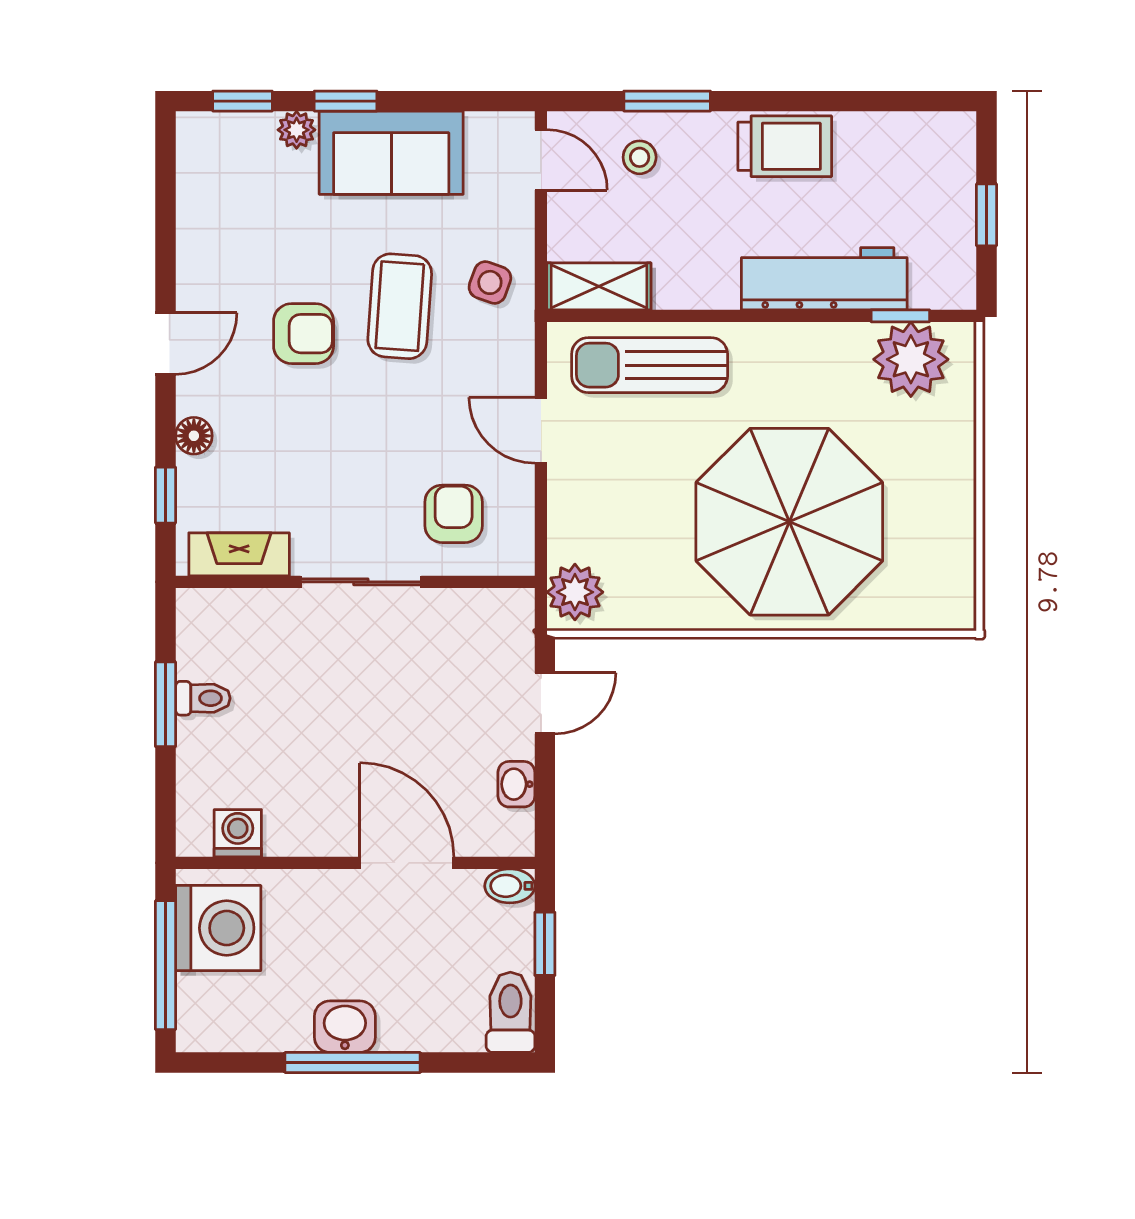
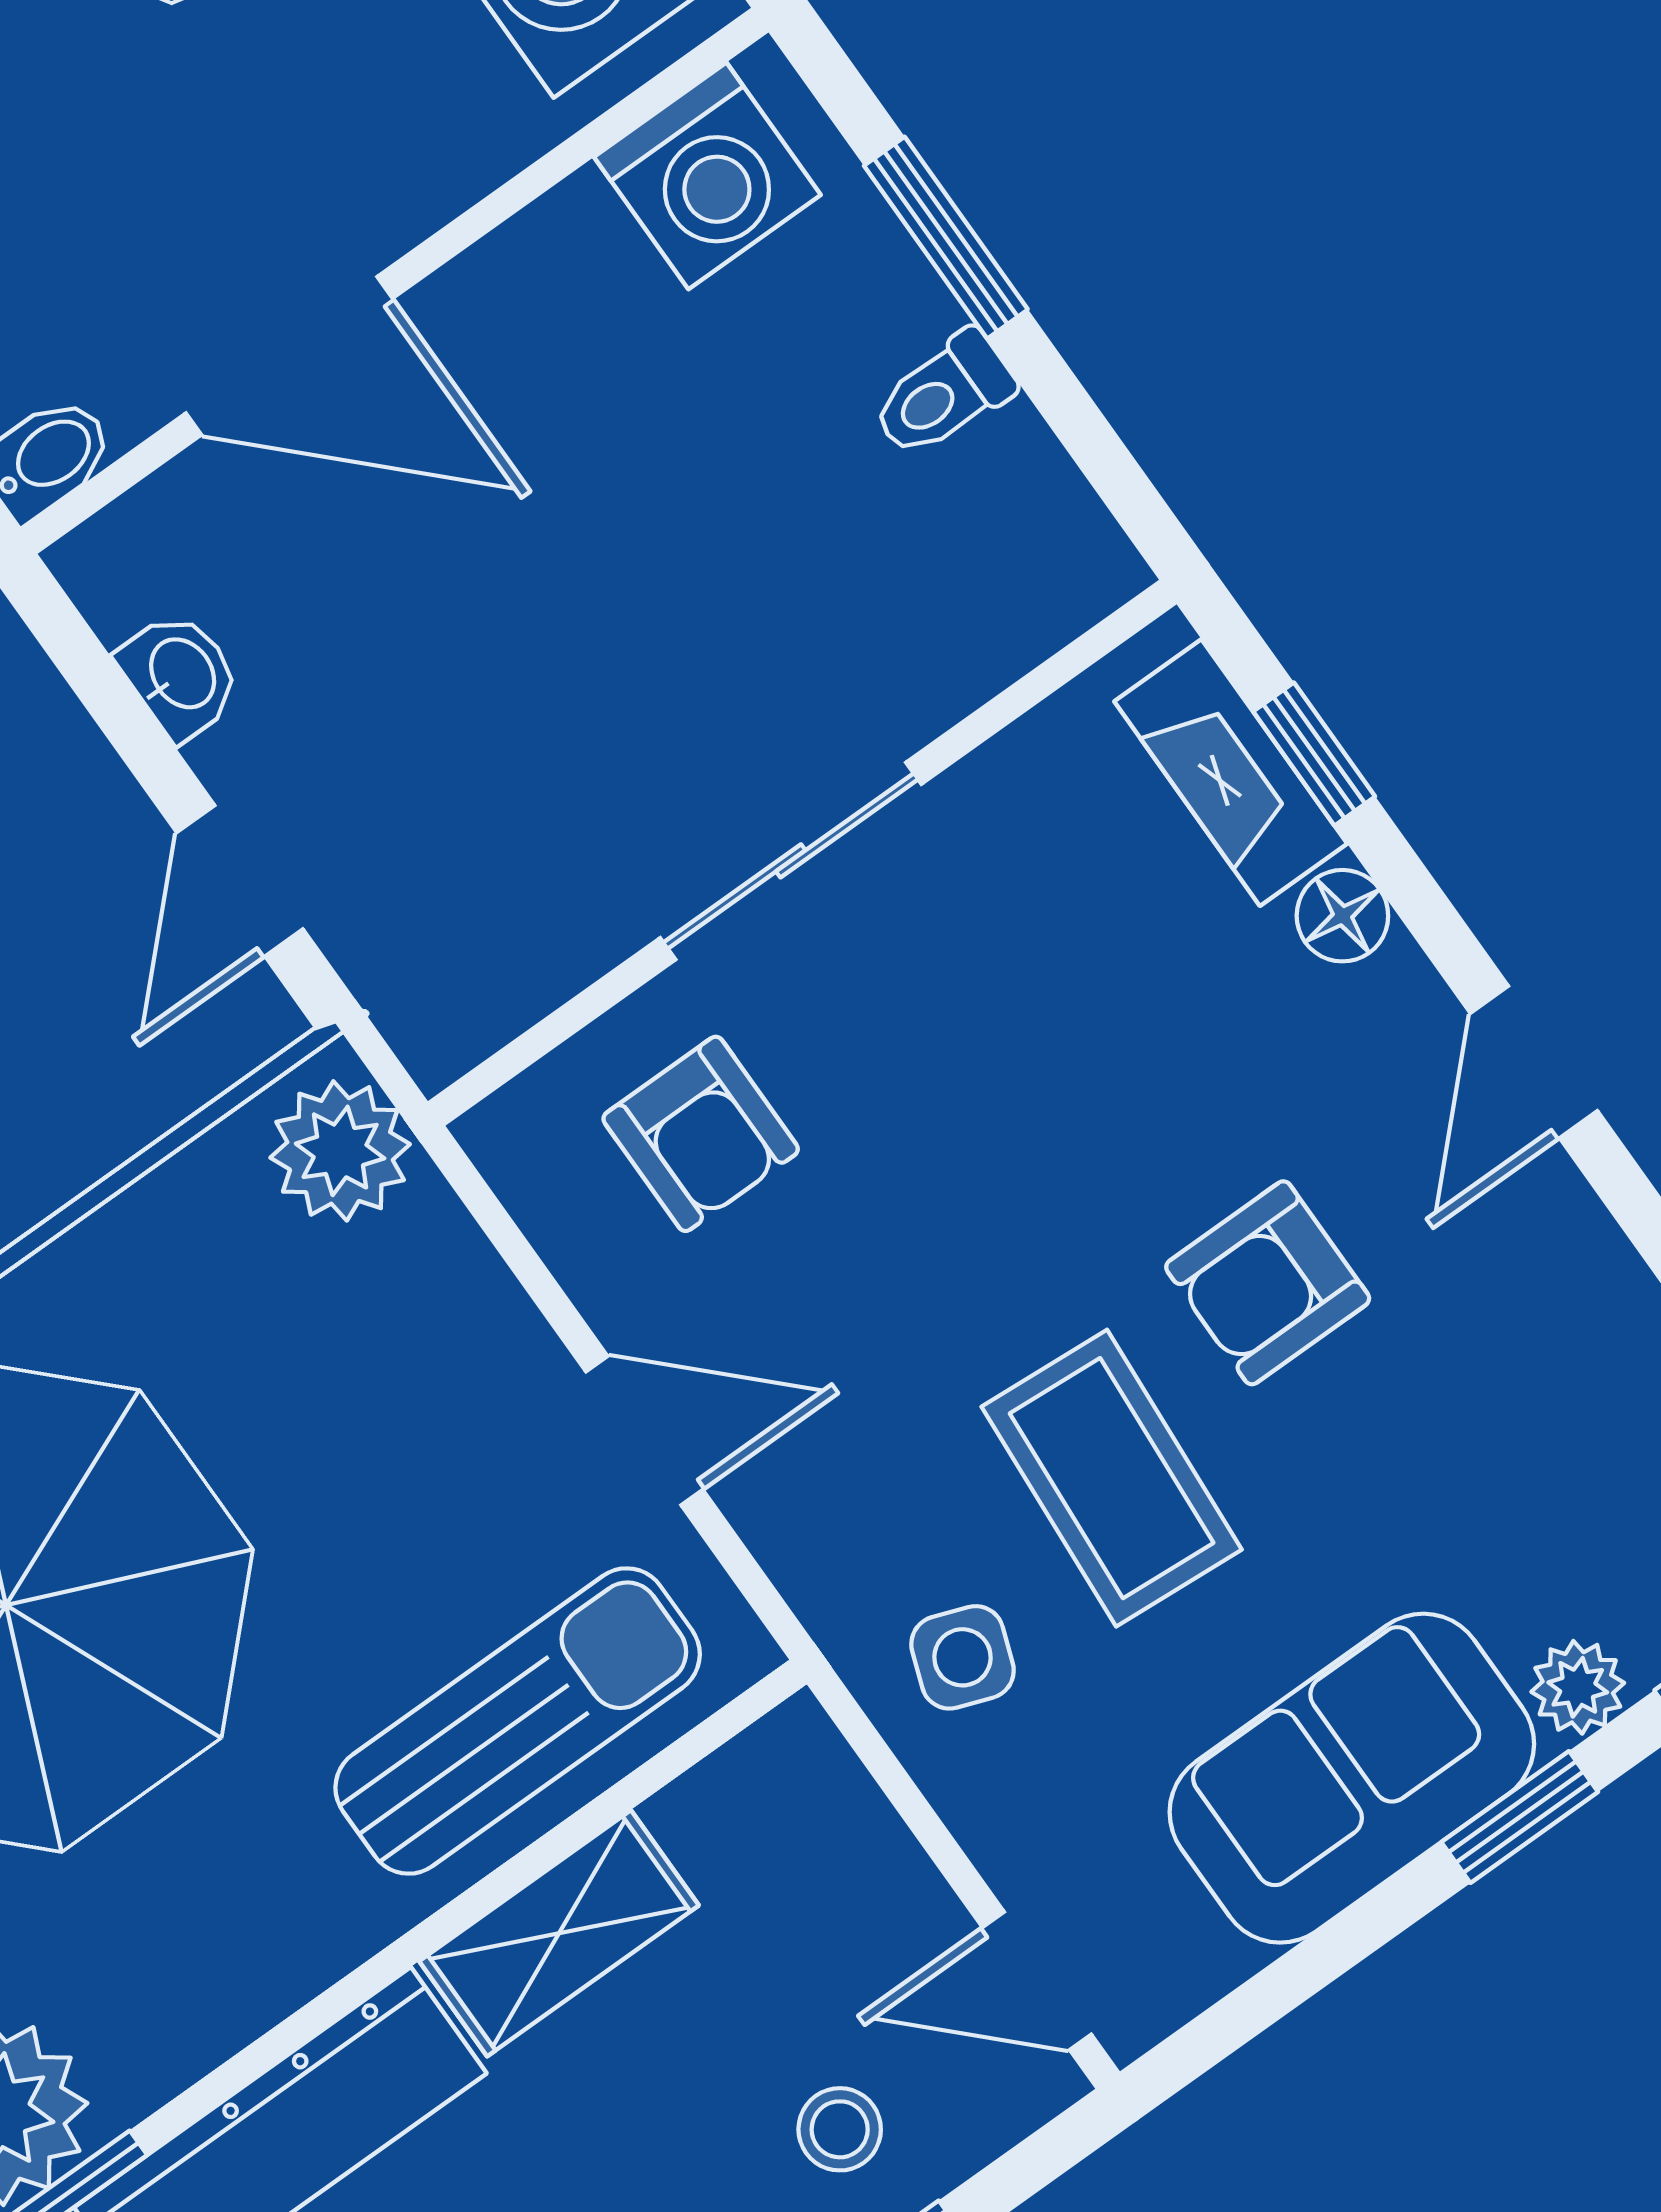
shelving: (599, 286) -> (559, 1933), moved
fireplace: (239, 554) -> (1231, 773), moved, turned 90
window: (166, 704) -> (946, 238), moved
washing machine: (238, 833) -> (707, 176), width x1.38, depth x1.38

